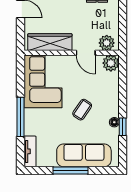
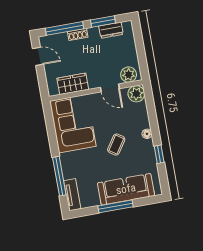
wardrobe: (50, 42) -> (73, 84), width x0.67
window: (21, 117) -> (59, 176), moved
floor lamp: (114, 122) -> (147, 134), moved

